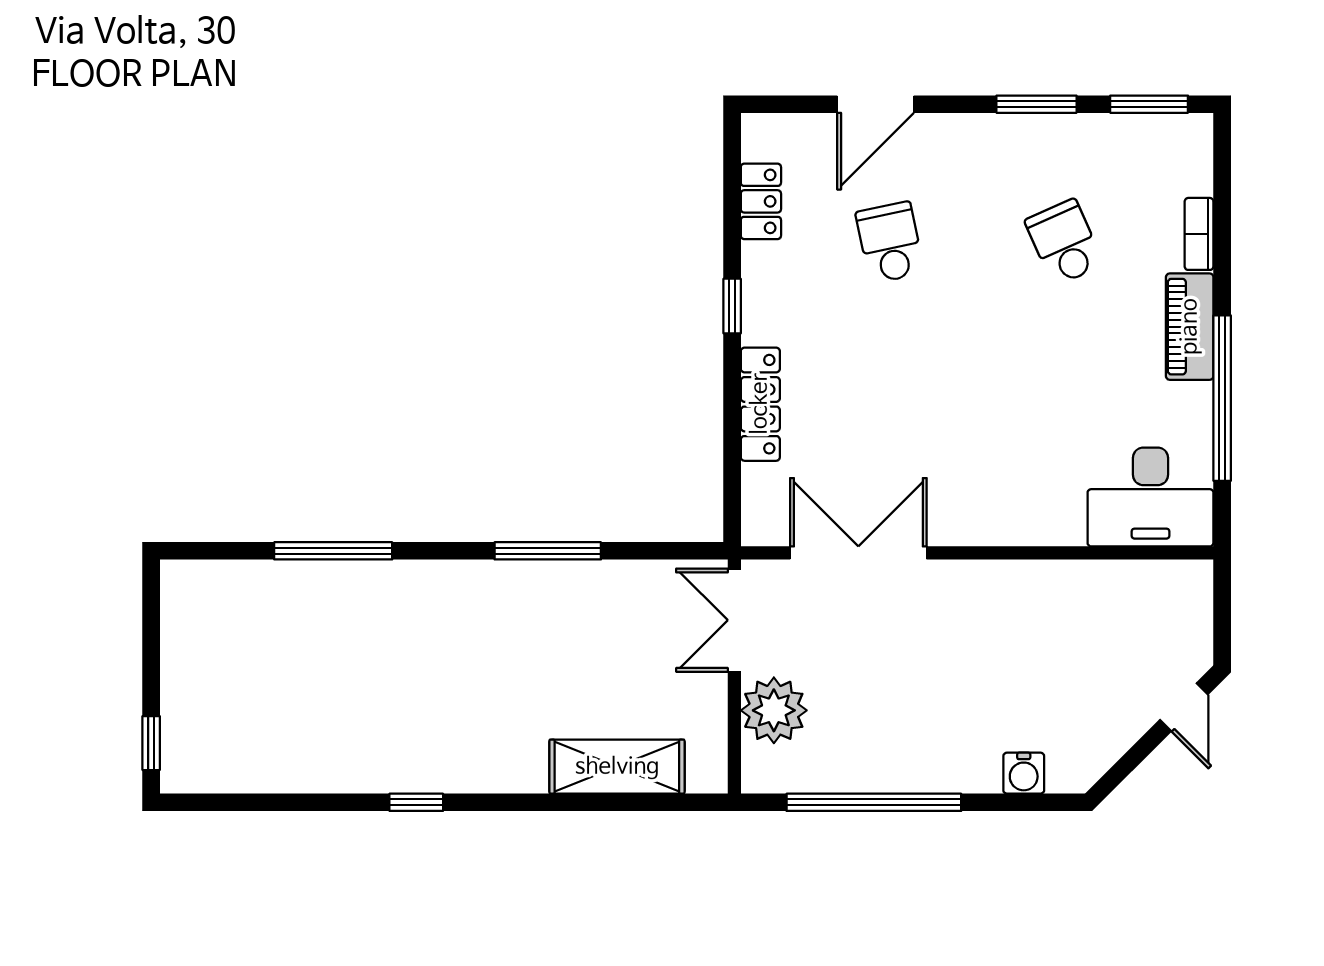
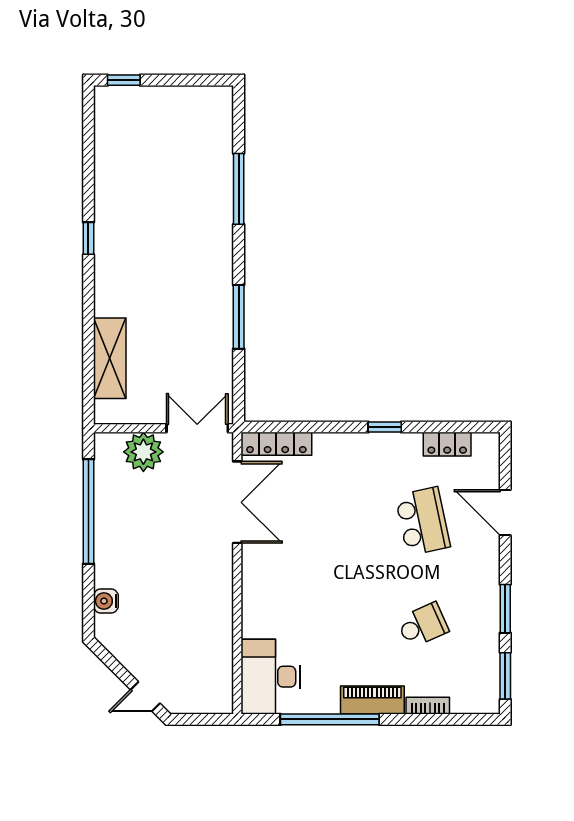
school desk: (890, 242) -> (423, 521), width x1.85
locker: (760, 404) -> (276, 444), moved

